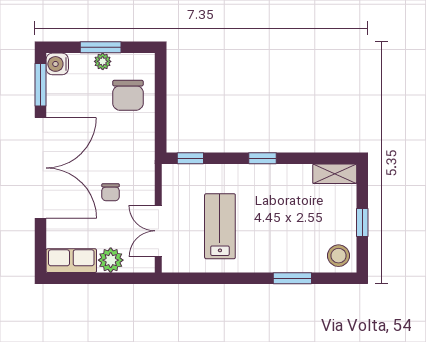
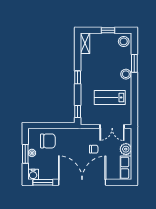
stool: (269, 260) -> (126, 74), added

